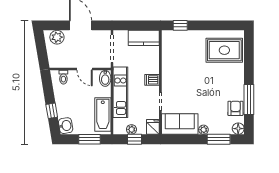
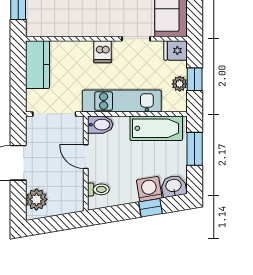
door: (85, 69) -> (86, 157), swing flipped
washing machine: (64, 110) -> (149, 189), added

